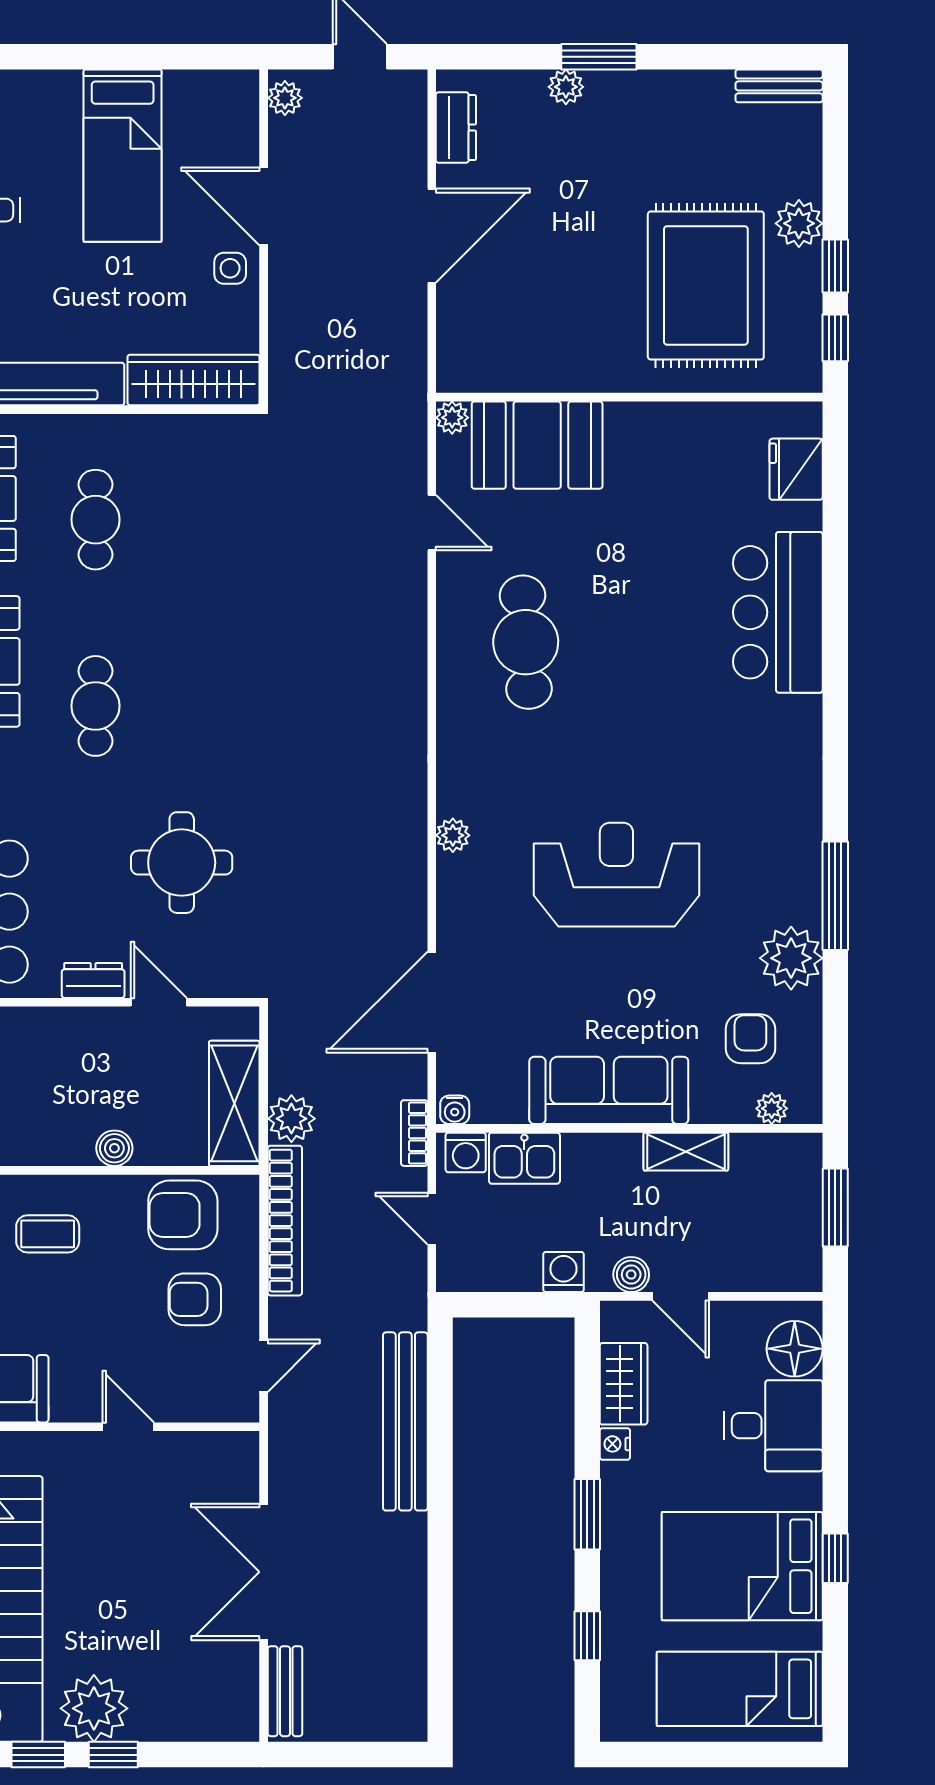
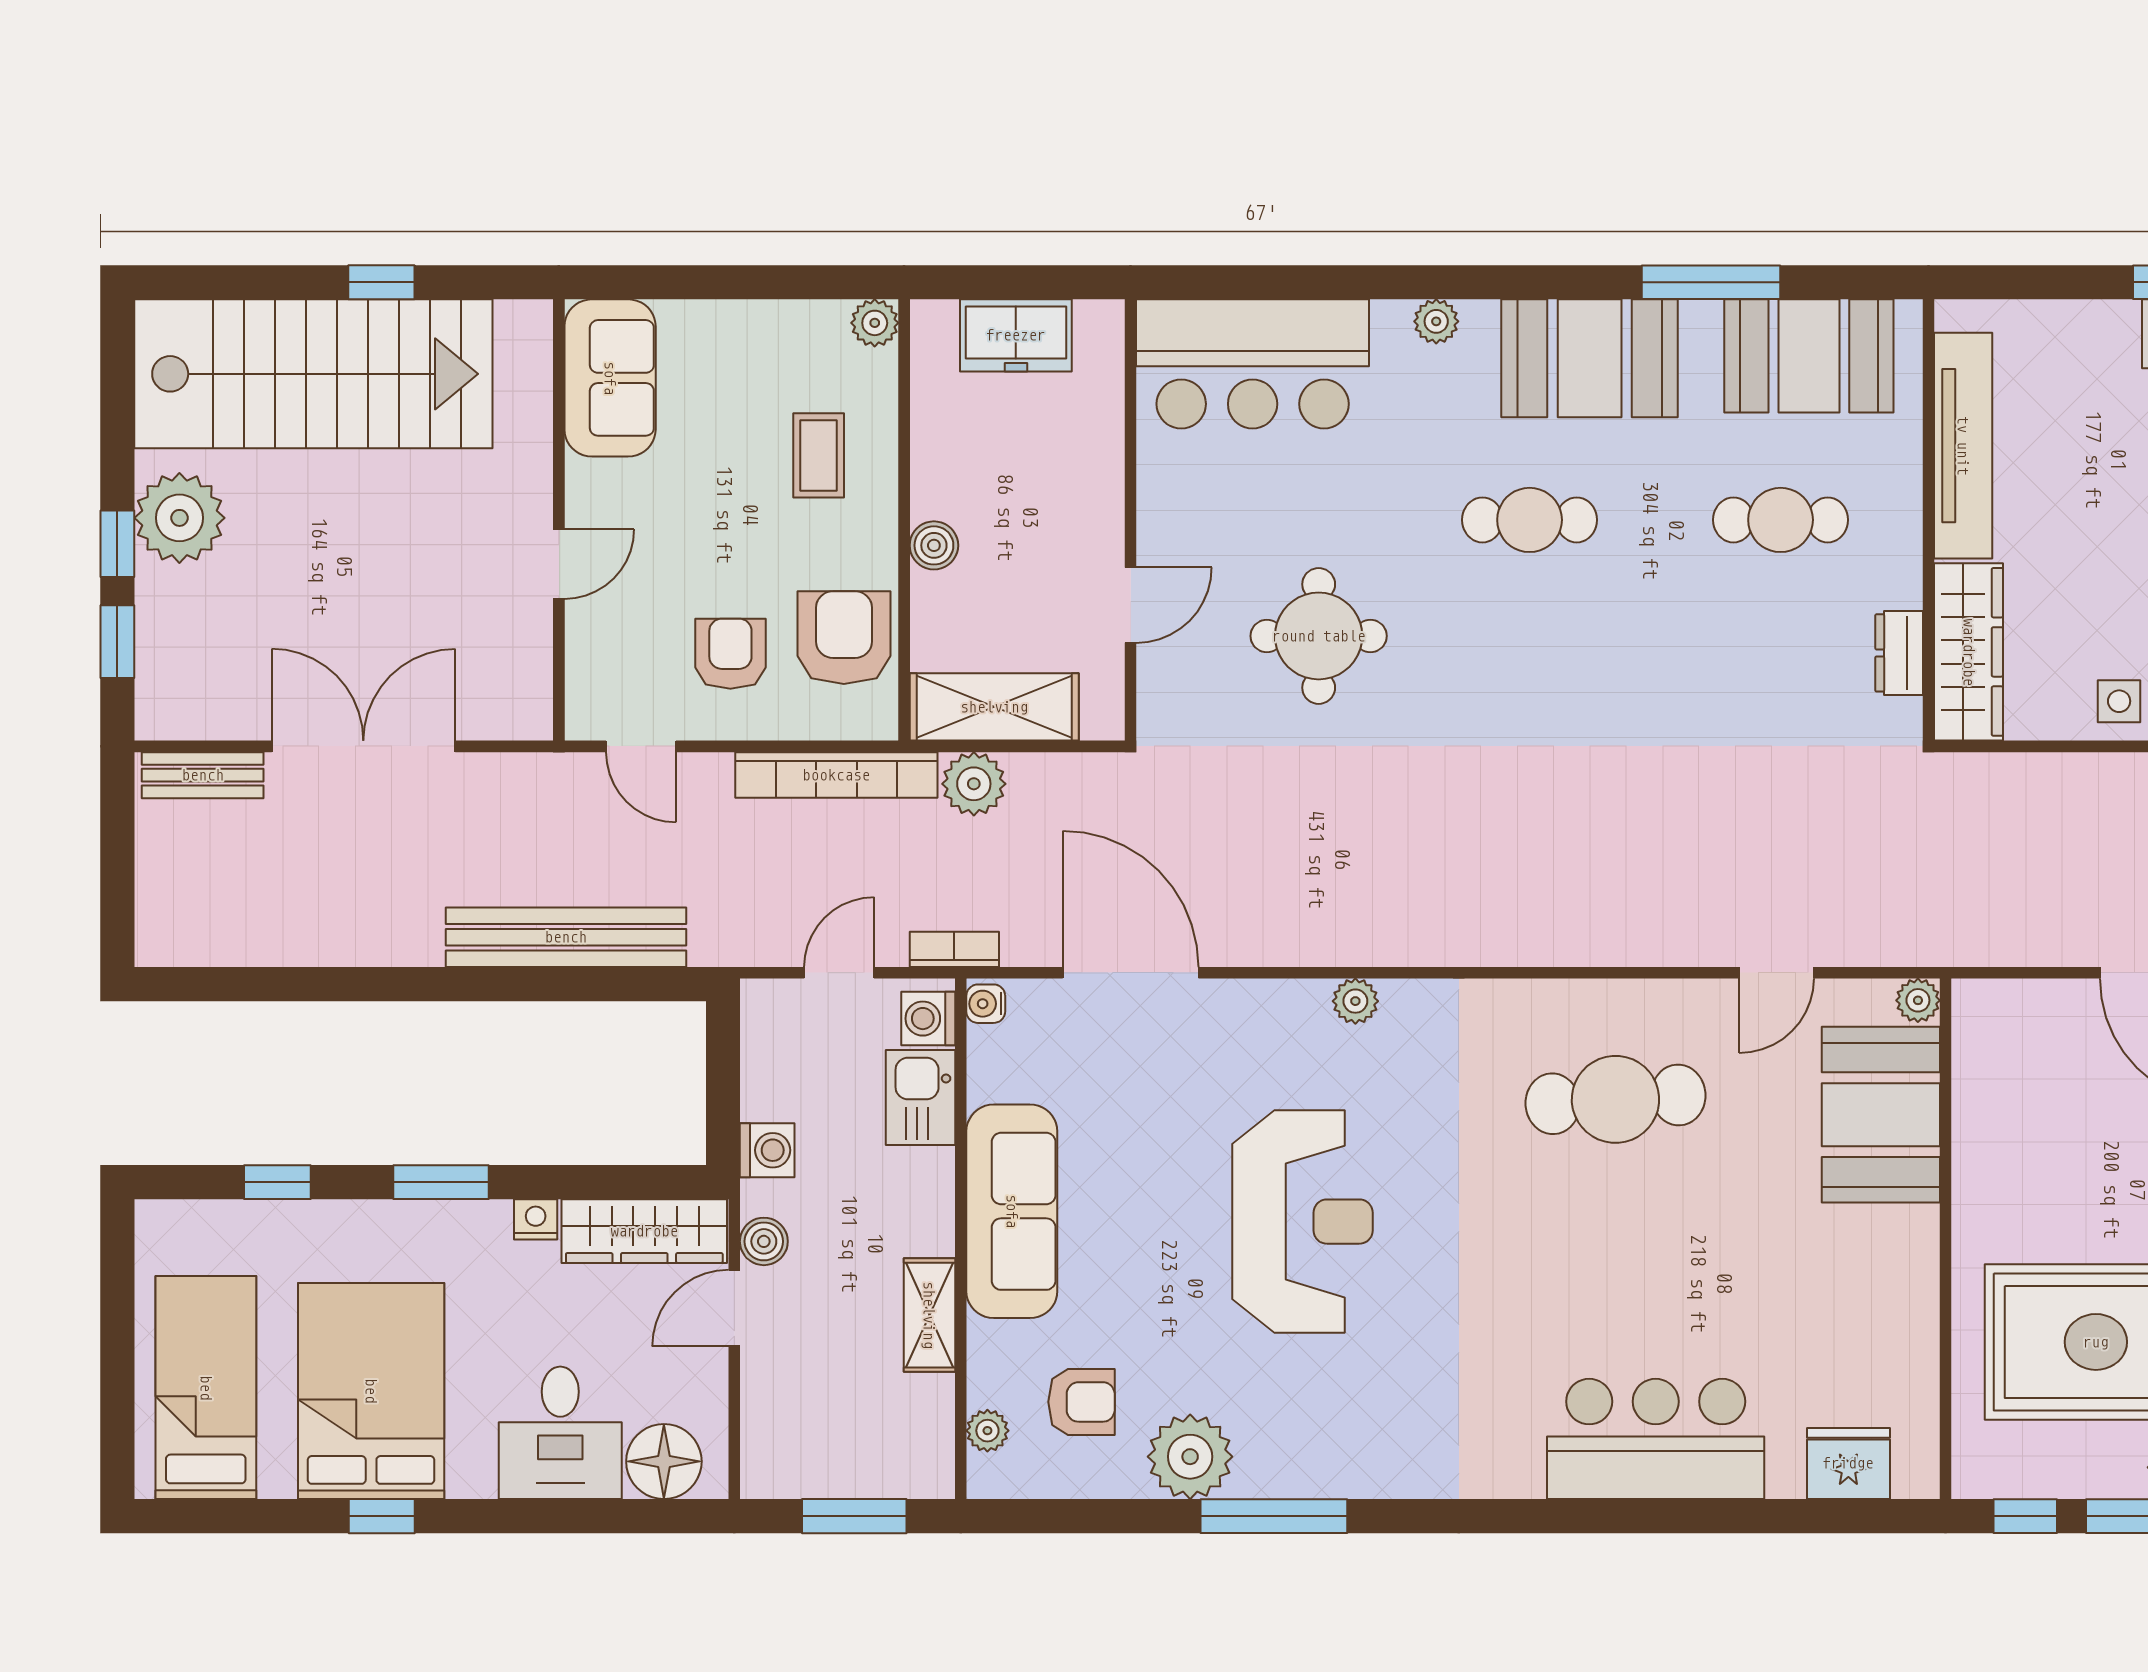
dresser: (93, 980) -> (1899, 653), moved, turned 180
wardrobe: (624, 1384) -> (644, 1231), width x1.50
window: (38, 1755) -> (117, 642), moved

